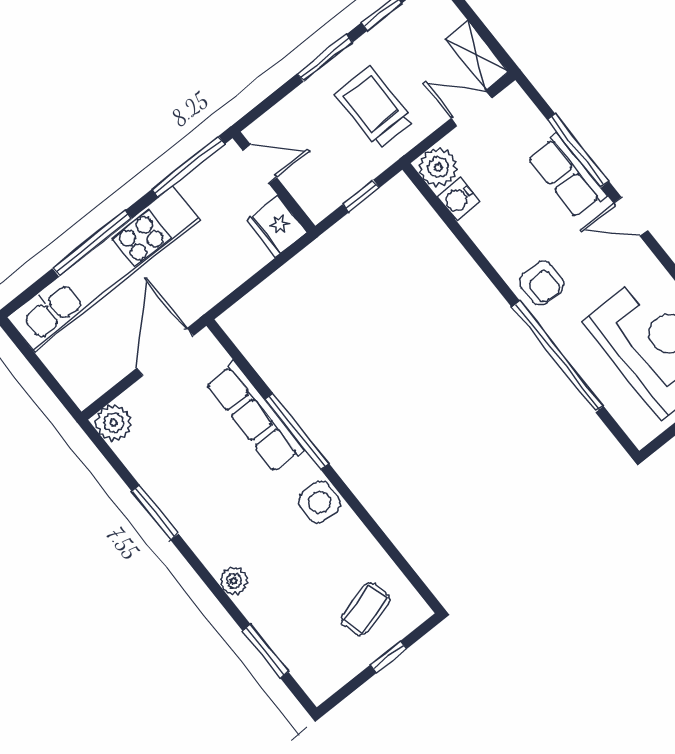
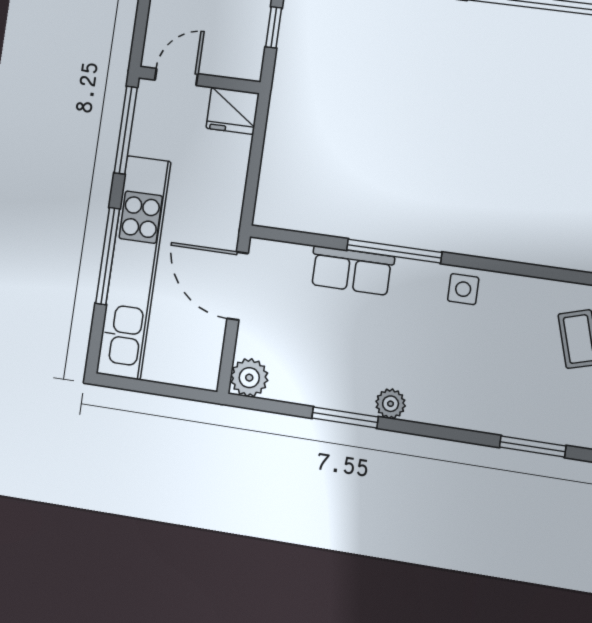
row of seats: (255, 417) -> (352, 271), width x0.68
side table: (320, 502) -> (463, 289), width x0.73, depth x0.73
plant: (234, 581) -> (391, 404), moved

